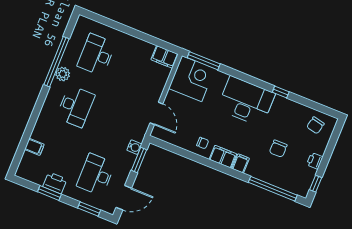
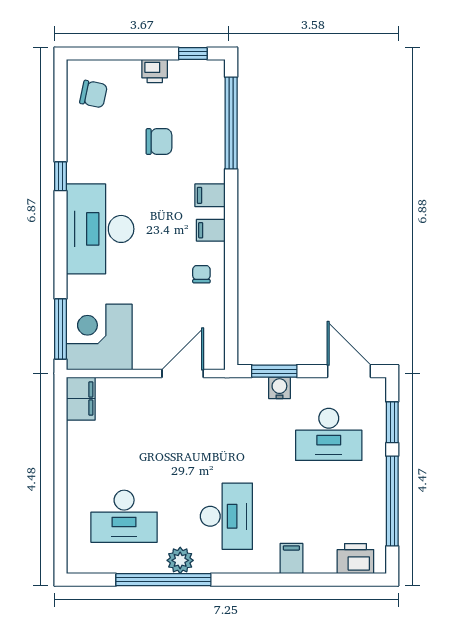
desk: (76, 106) -> (226, 516), turned 90
filing cabinet: (34, 147) -> (291, 559), moved
water cooler: (134, 147) -> (279, 388), moved
filing cabinet: (223, 157) -> (211, 230), width x0.50
printer: (55, 183) -> (355, 559), moved, turned 90
window: (49, 193) -> (392, 501), width x2.11

